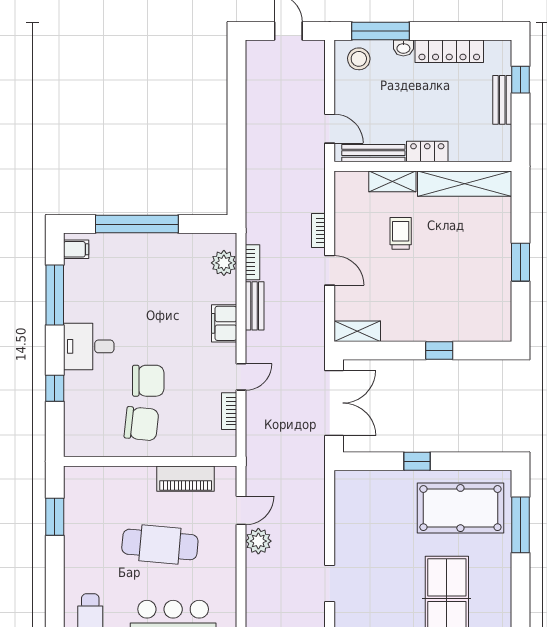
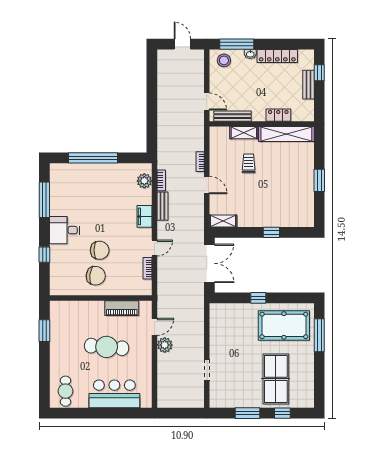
locker: (427, 152) -> (278, 115), moved
filing cabinet: (76, 249) -> (57, 173), removed

